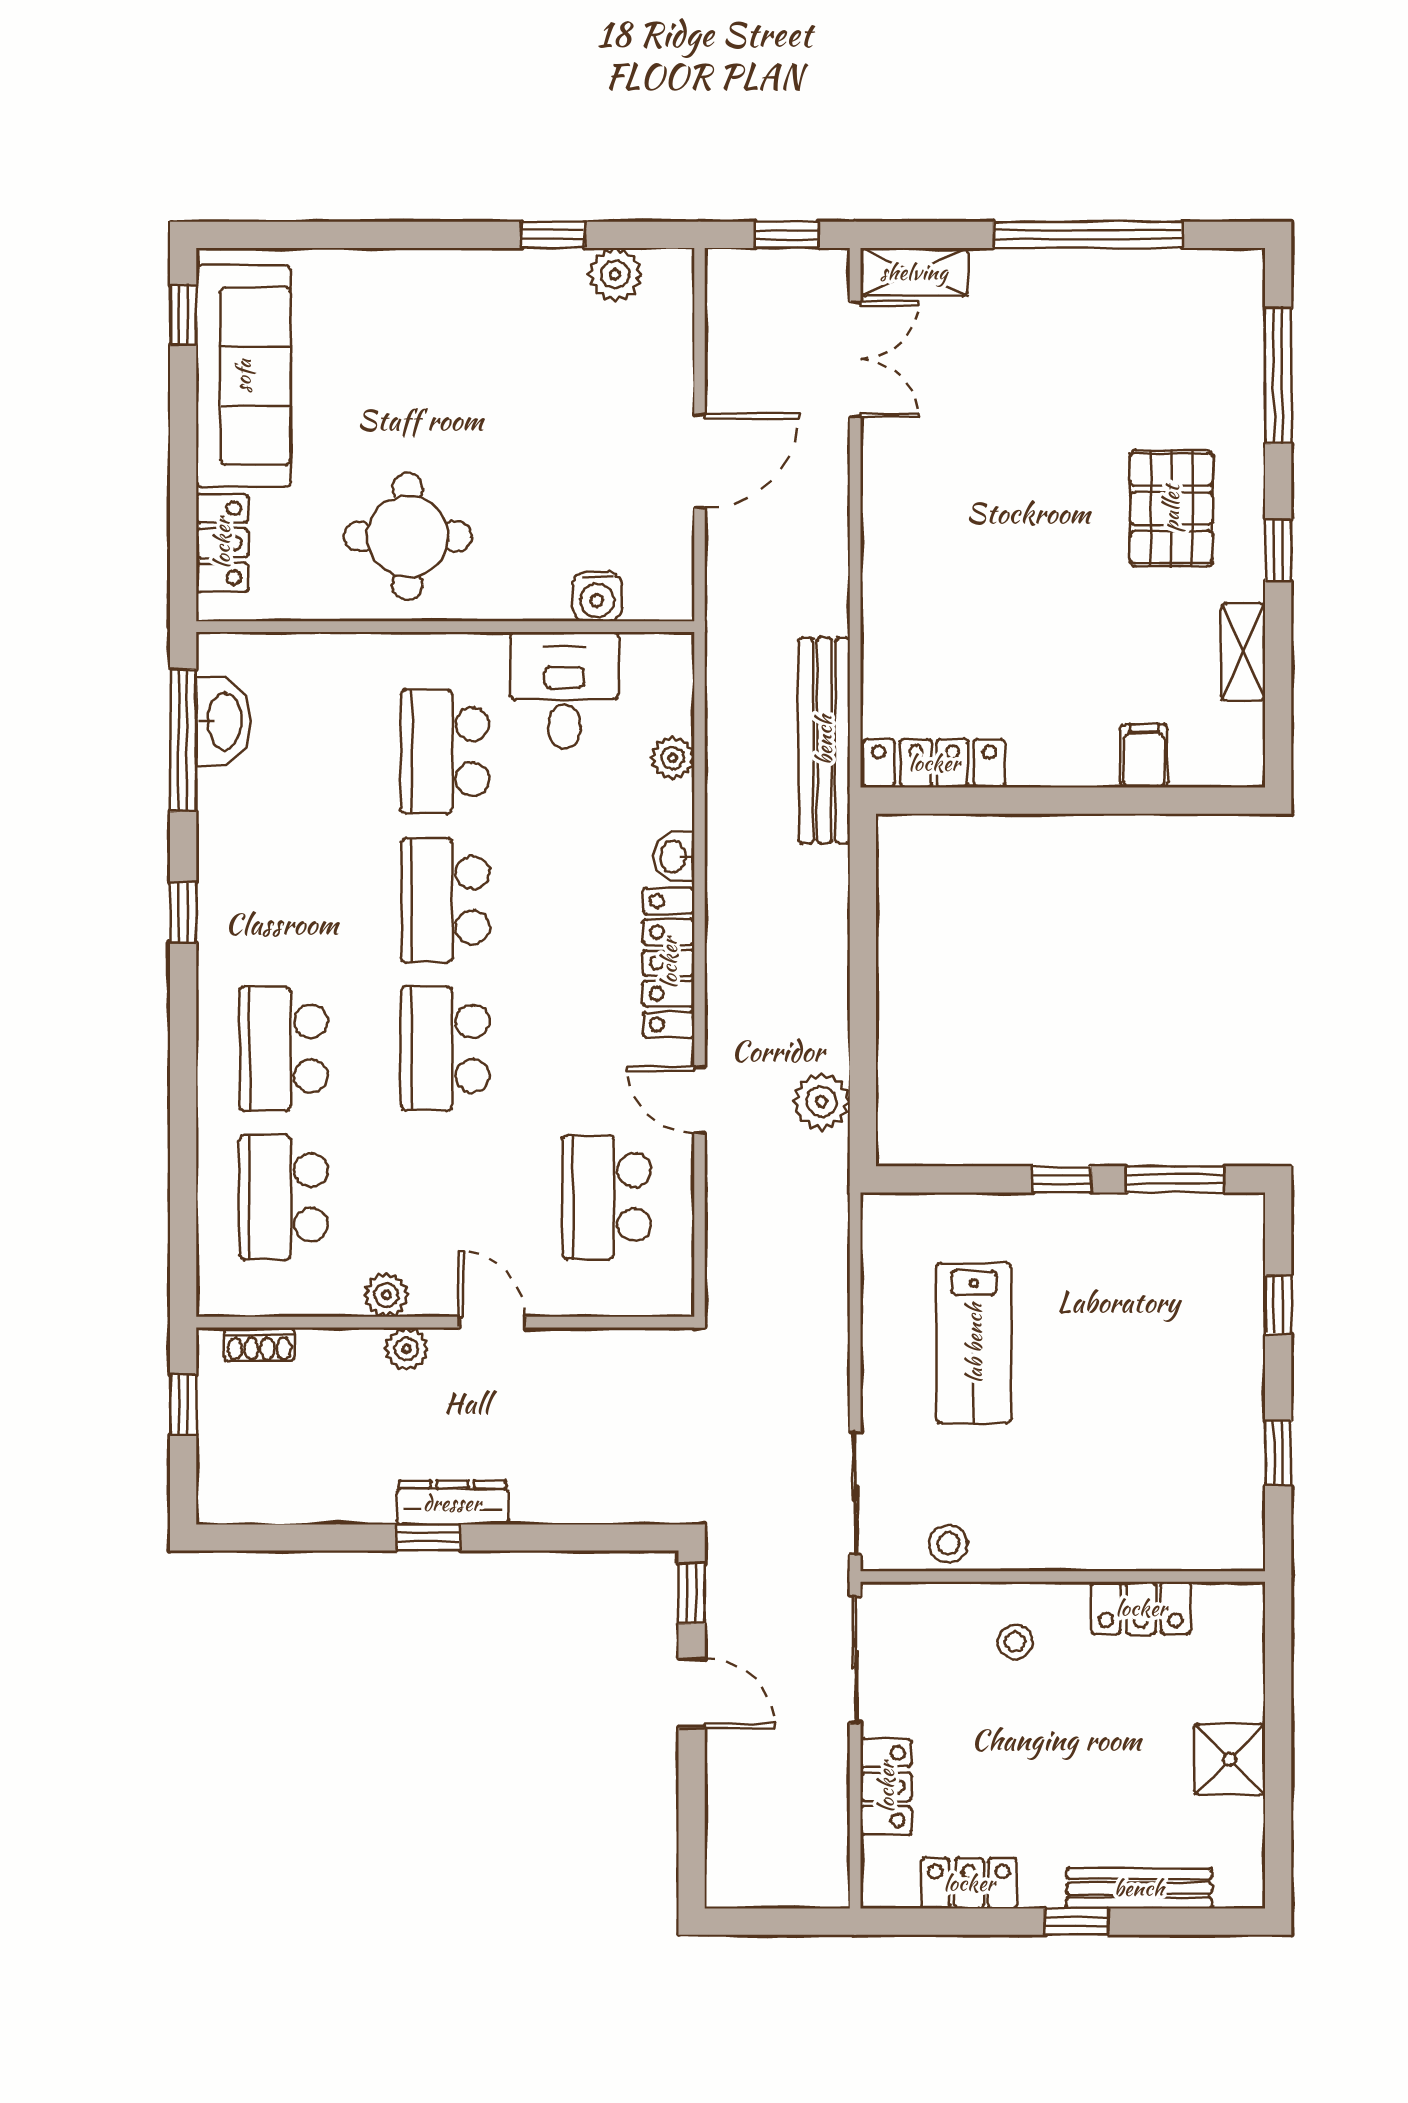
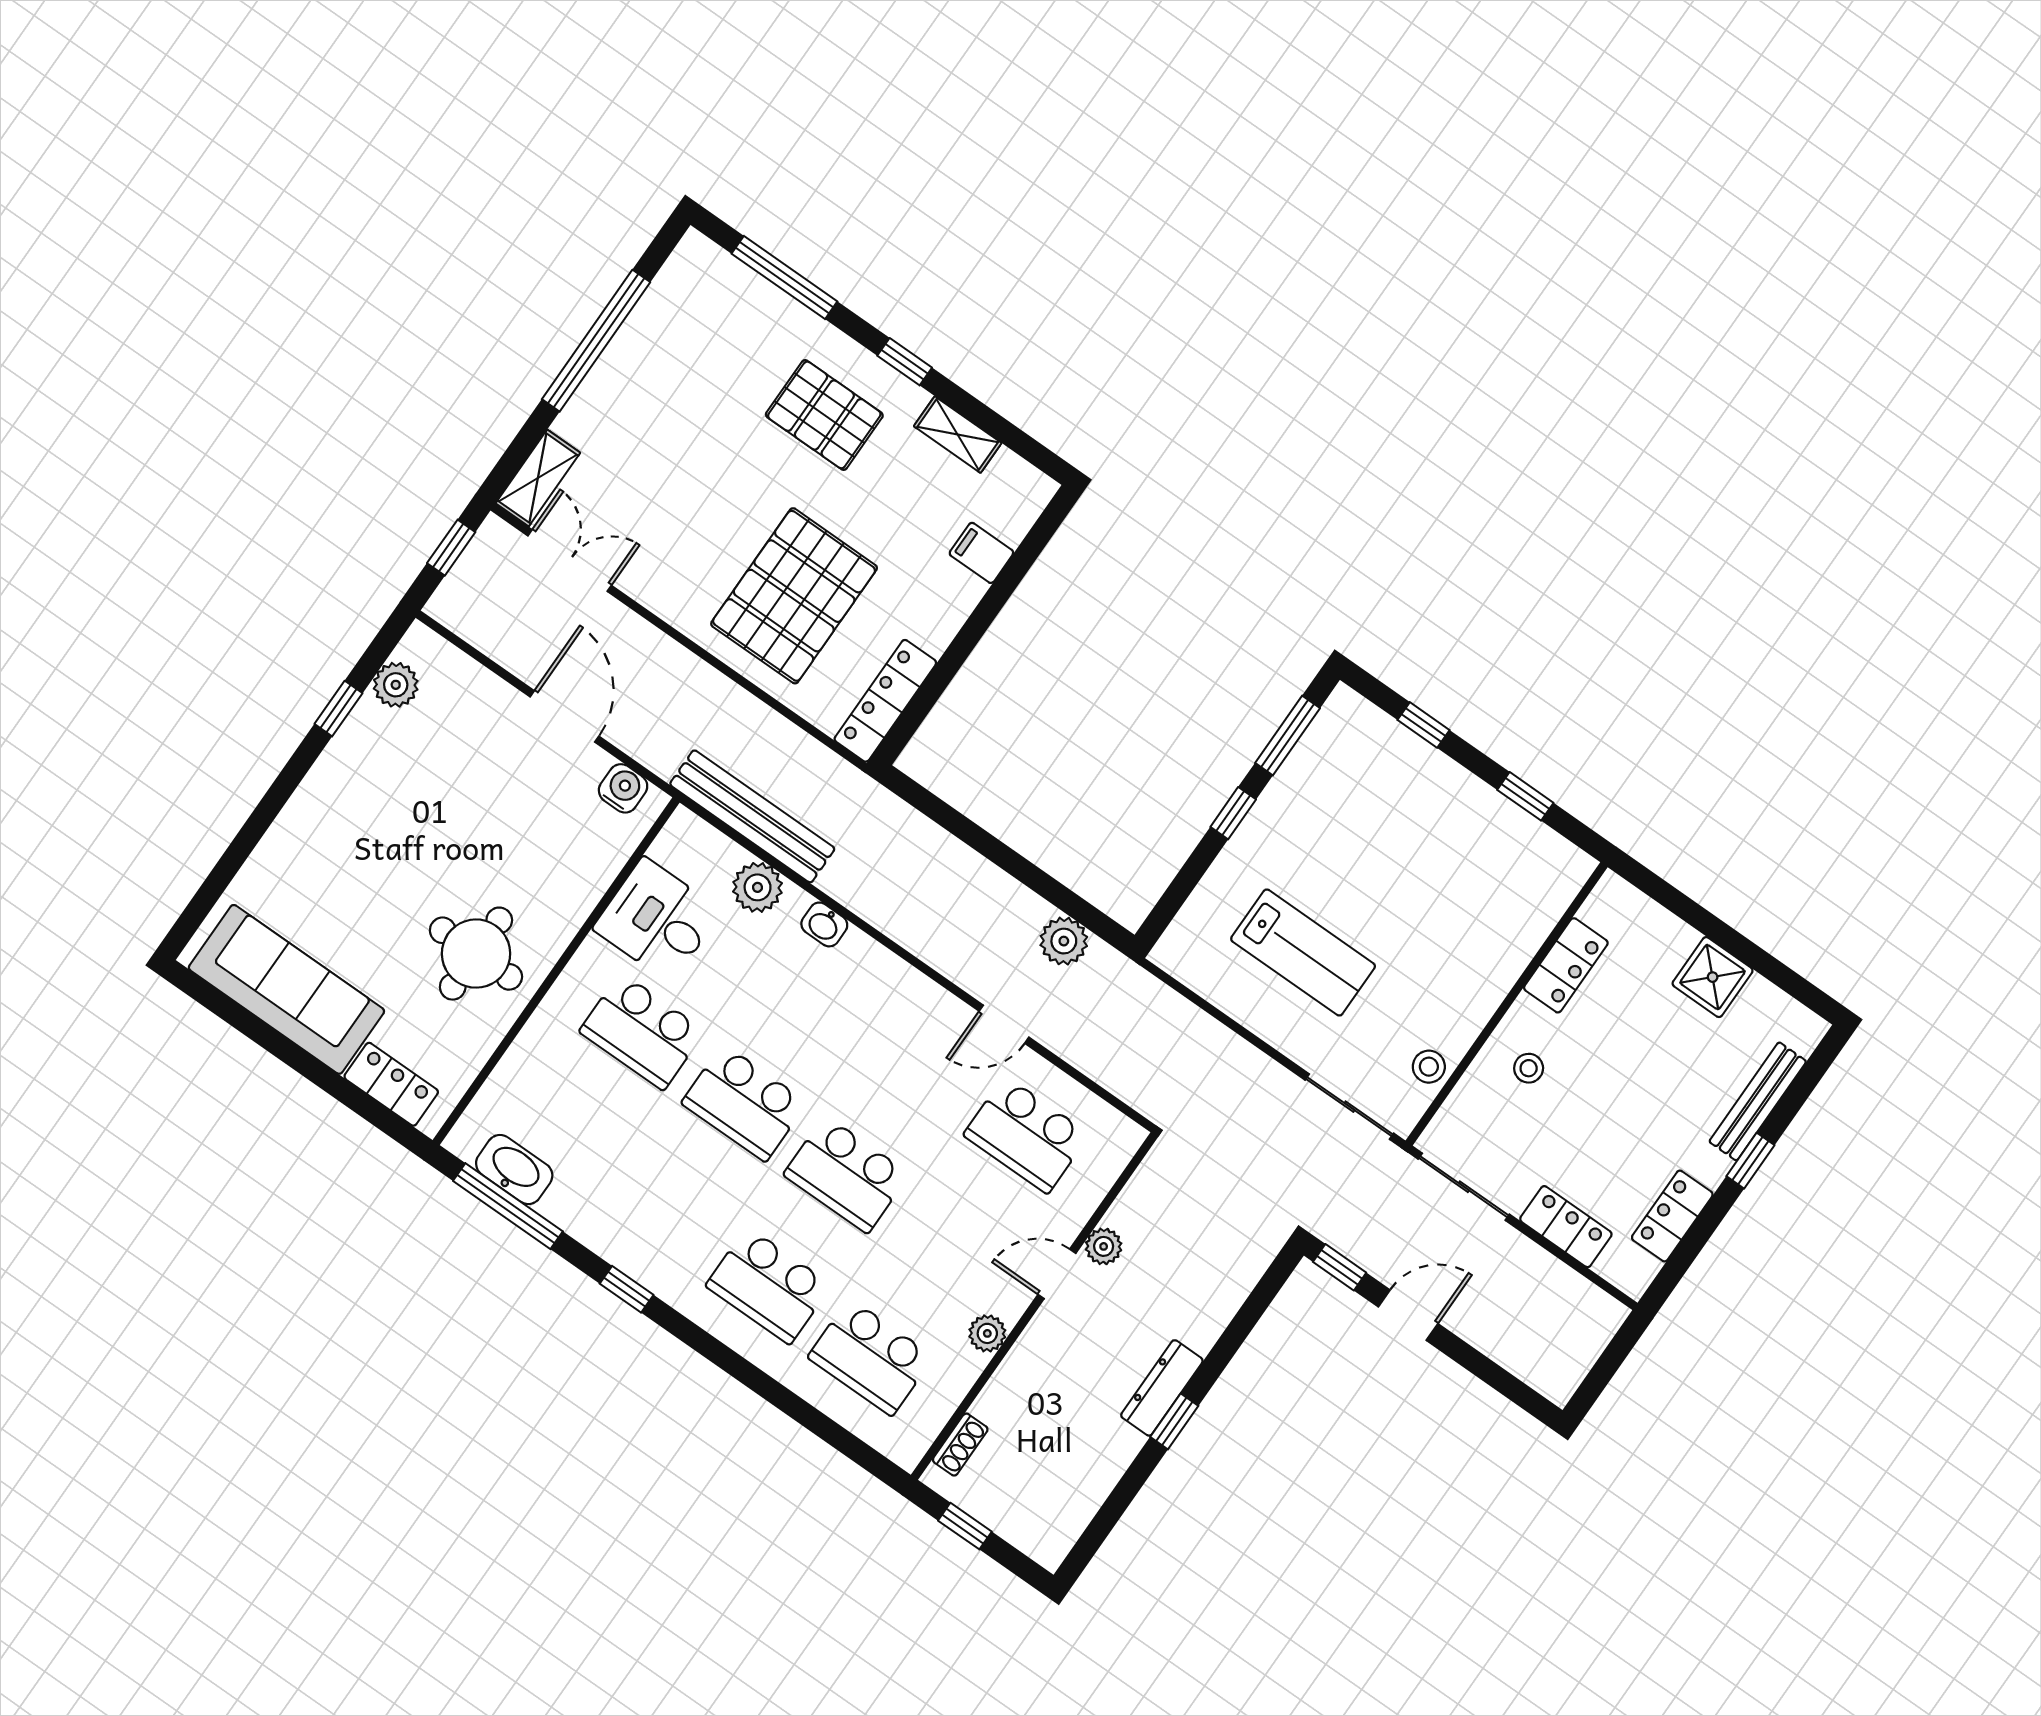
window: (183, 315) -> (216, 1001), removed
water cooler: (597, 597) -> (623, 788), moved, turned -90
pallet: (974, 602) -> (794, 596), added
bench: (824, 740) -> (752, 816), moved
plant: (673, 758) -> (758, 887), width x1.38, depth x1.38
locker: (669, 963) -> (895, 979), removed
plant: (406, 1349) -> (1104, 1246), moved

